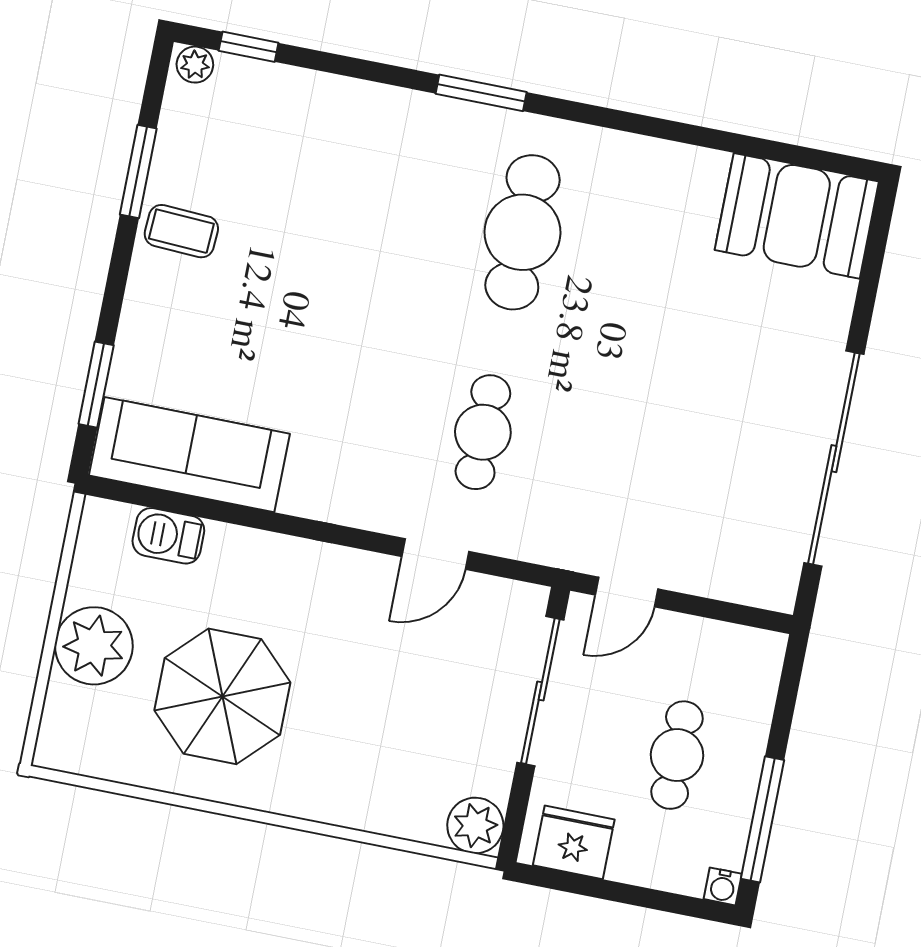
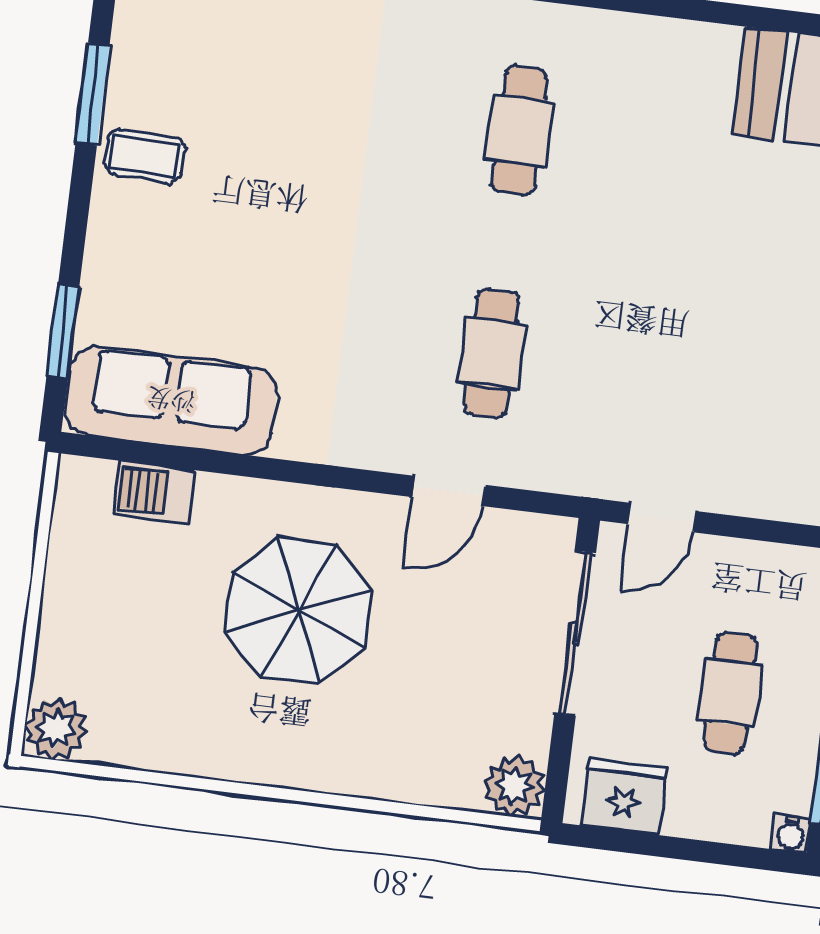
cafe table: (522, 232) -> (519, 131), width x0.73, depth x0.74
plant: (94, 646) -> (56, 729), moved, width x0.73, depth x0.73
parasol: (222, 696) -> (298, 611), moved

